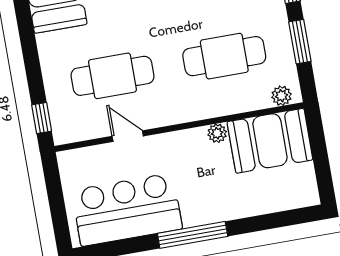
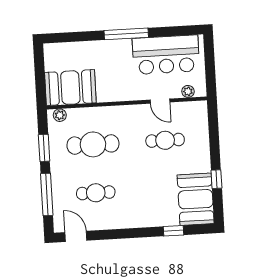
cafe table: (112, 76) -> (165, 140), width x0.73, depth x0.74
window: (42, 118) -> (216, 179), moved
plant: (217, 133) -> (188, 91), moved

